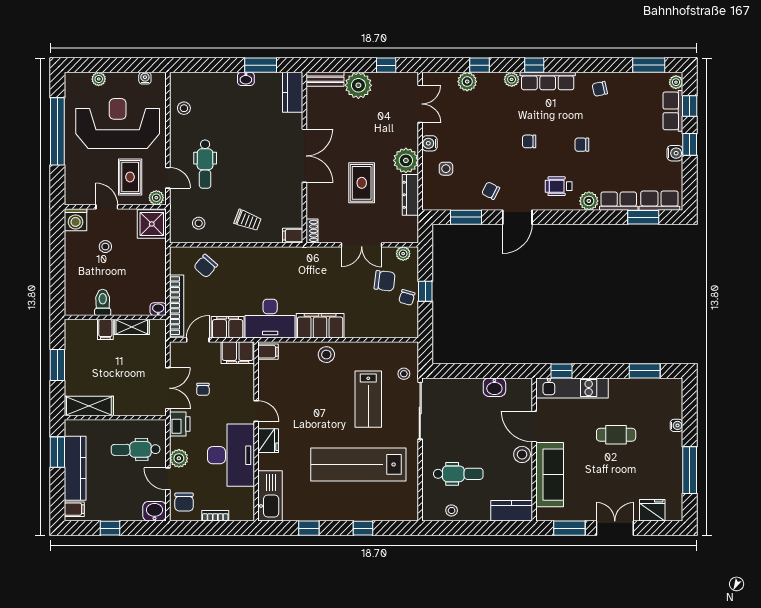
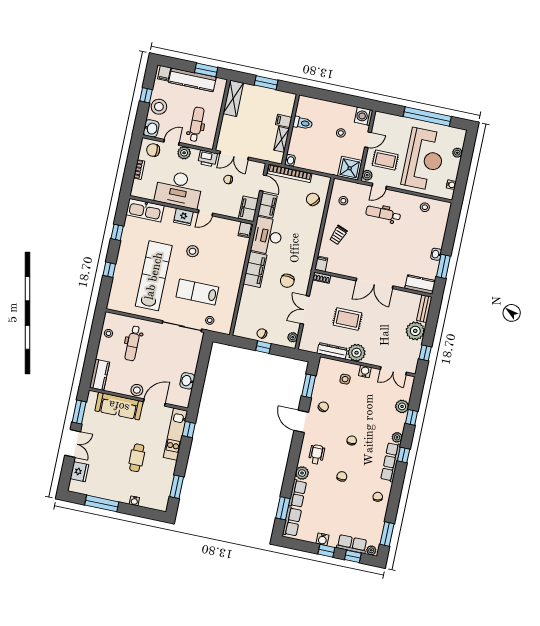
chair: (385, 281) -> (287, 281), moved
stool: (326, 355) -> (193, 251), moved
stool: (122, 507) -> (159, 107), added

